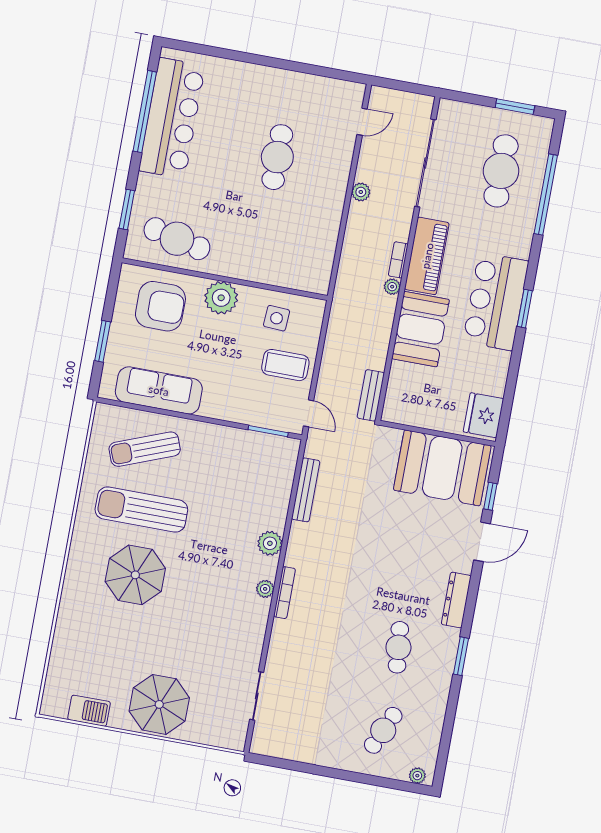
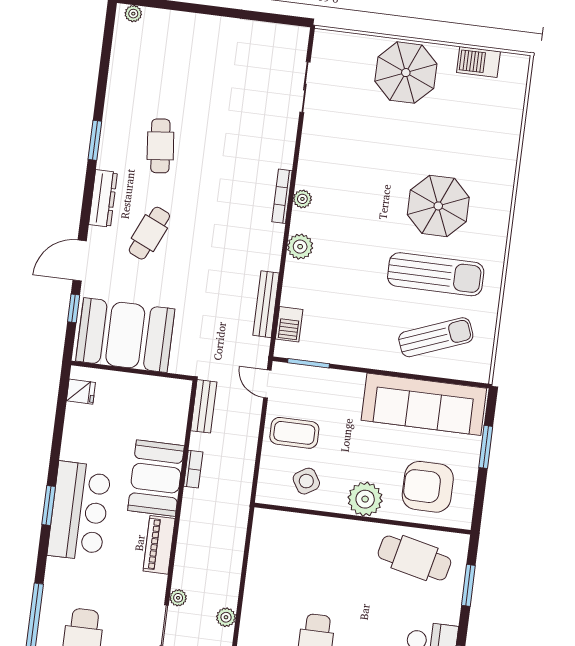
piano: (427, 256) -> (159, 545), width x0.73, depth x0.75
bookcase: (398, 260) -> (193, 469), moved
plant: (392, 287) -> (178, 598), moved
side table: (277, 318) -> (306, 481), turned -35
sofa: (159, 390) -> (424, 404), width x1.36, depth x1.27
fridge: (484, 415) -> (81, 392), width x0.53, depth x0.75
barbecue: (285, 469) -> (289, 324), added
cafe table: (383, 730) -> (149, 233), moved

